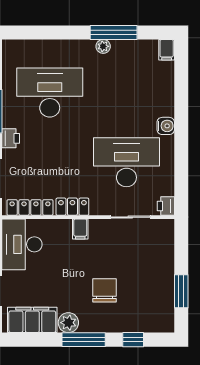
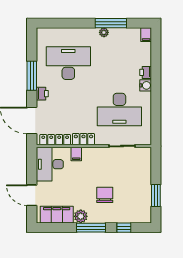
desk: (126, 162) -> (119, 110), turned 180
printer: (166, 206) -> (146, 72), moved
filing cabinet: (80, 229) -> (76, 154), moved

